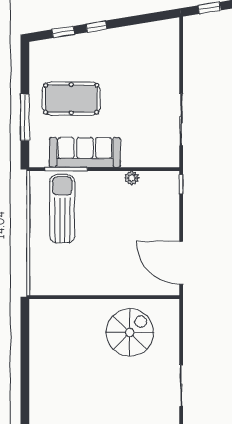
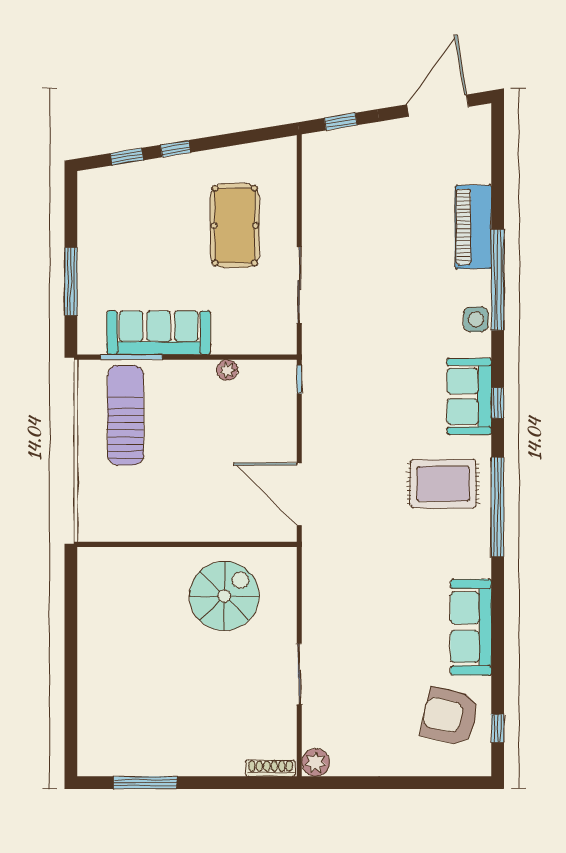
pool table: (71, 99) -> (235, 226), moved, turned 90

